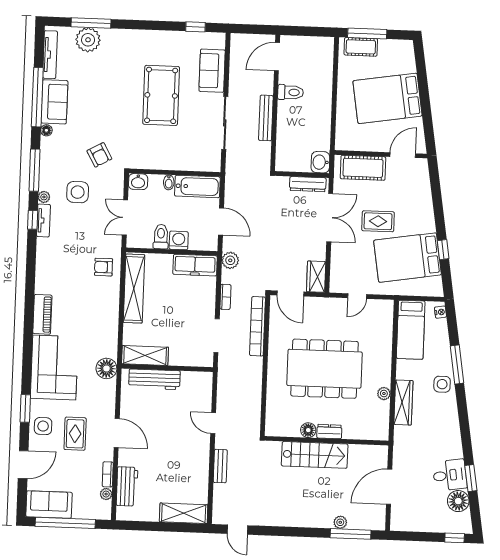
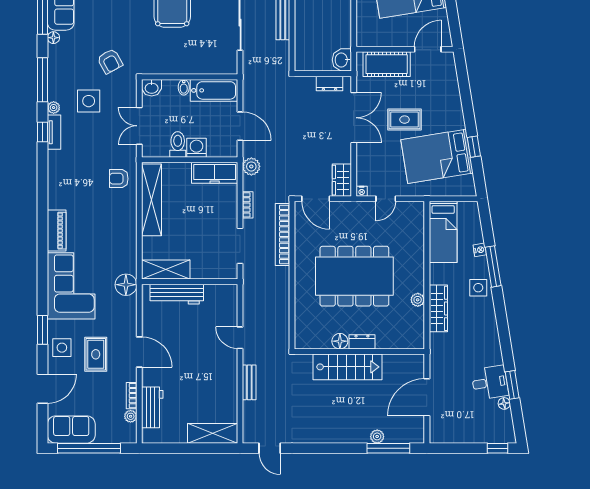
dresser: (308, 184) -> (329, 83), width x0.70
nightstand: (335, 288) -> (362, 191), added
nightstand: (440, 312) -> (480, 250), moved
floor lamp: (458, 501) -> (504, 403), width x0.53, depth x0.53

